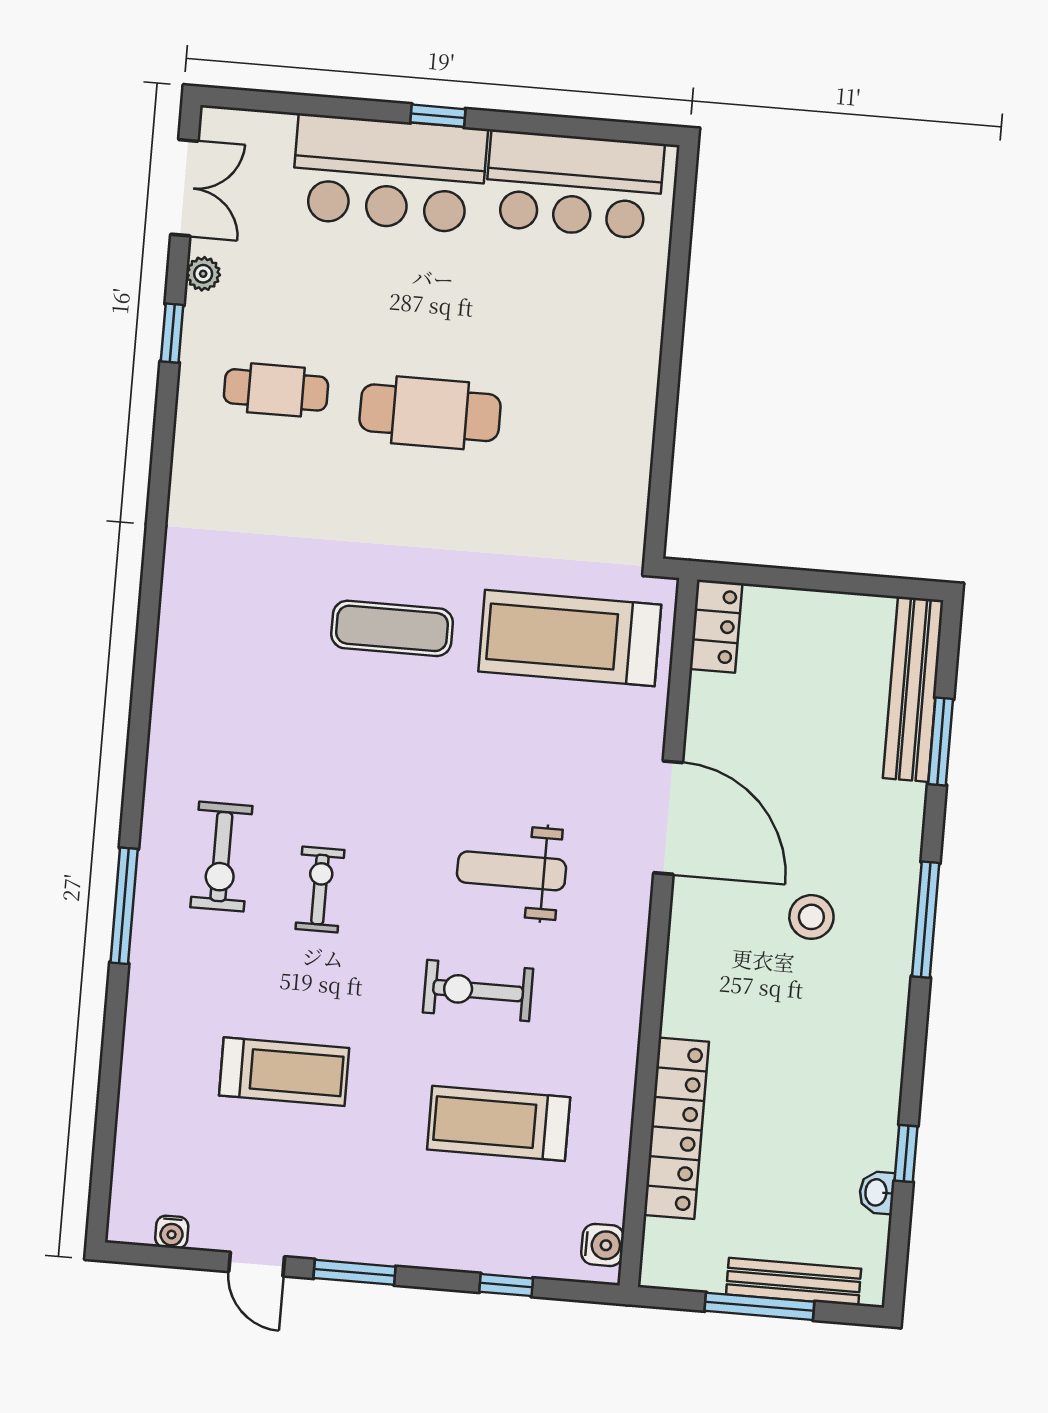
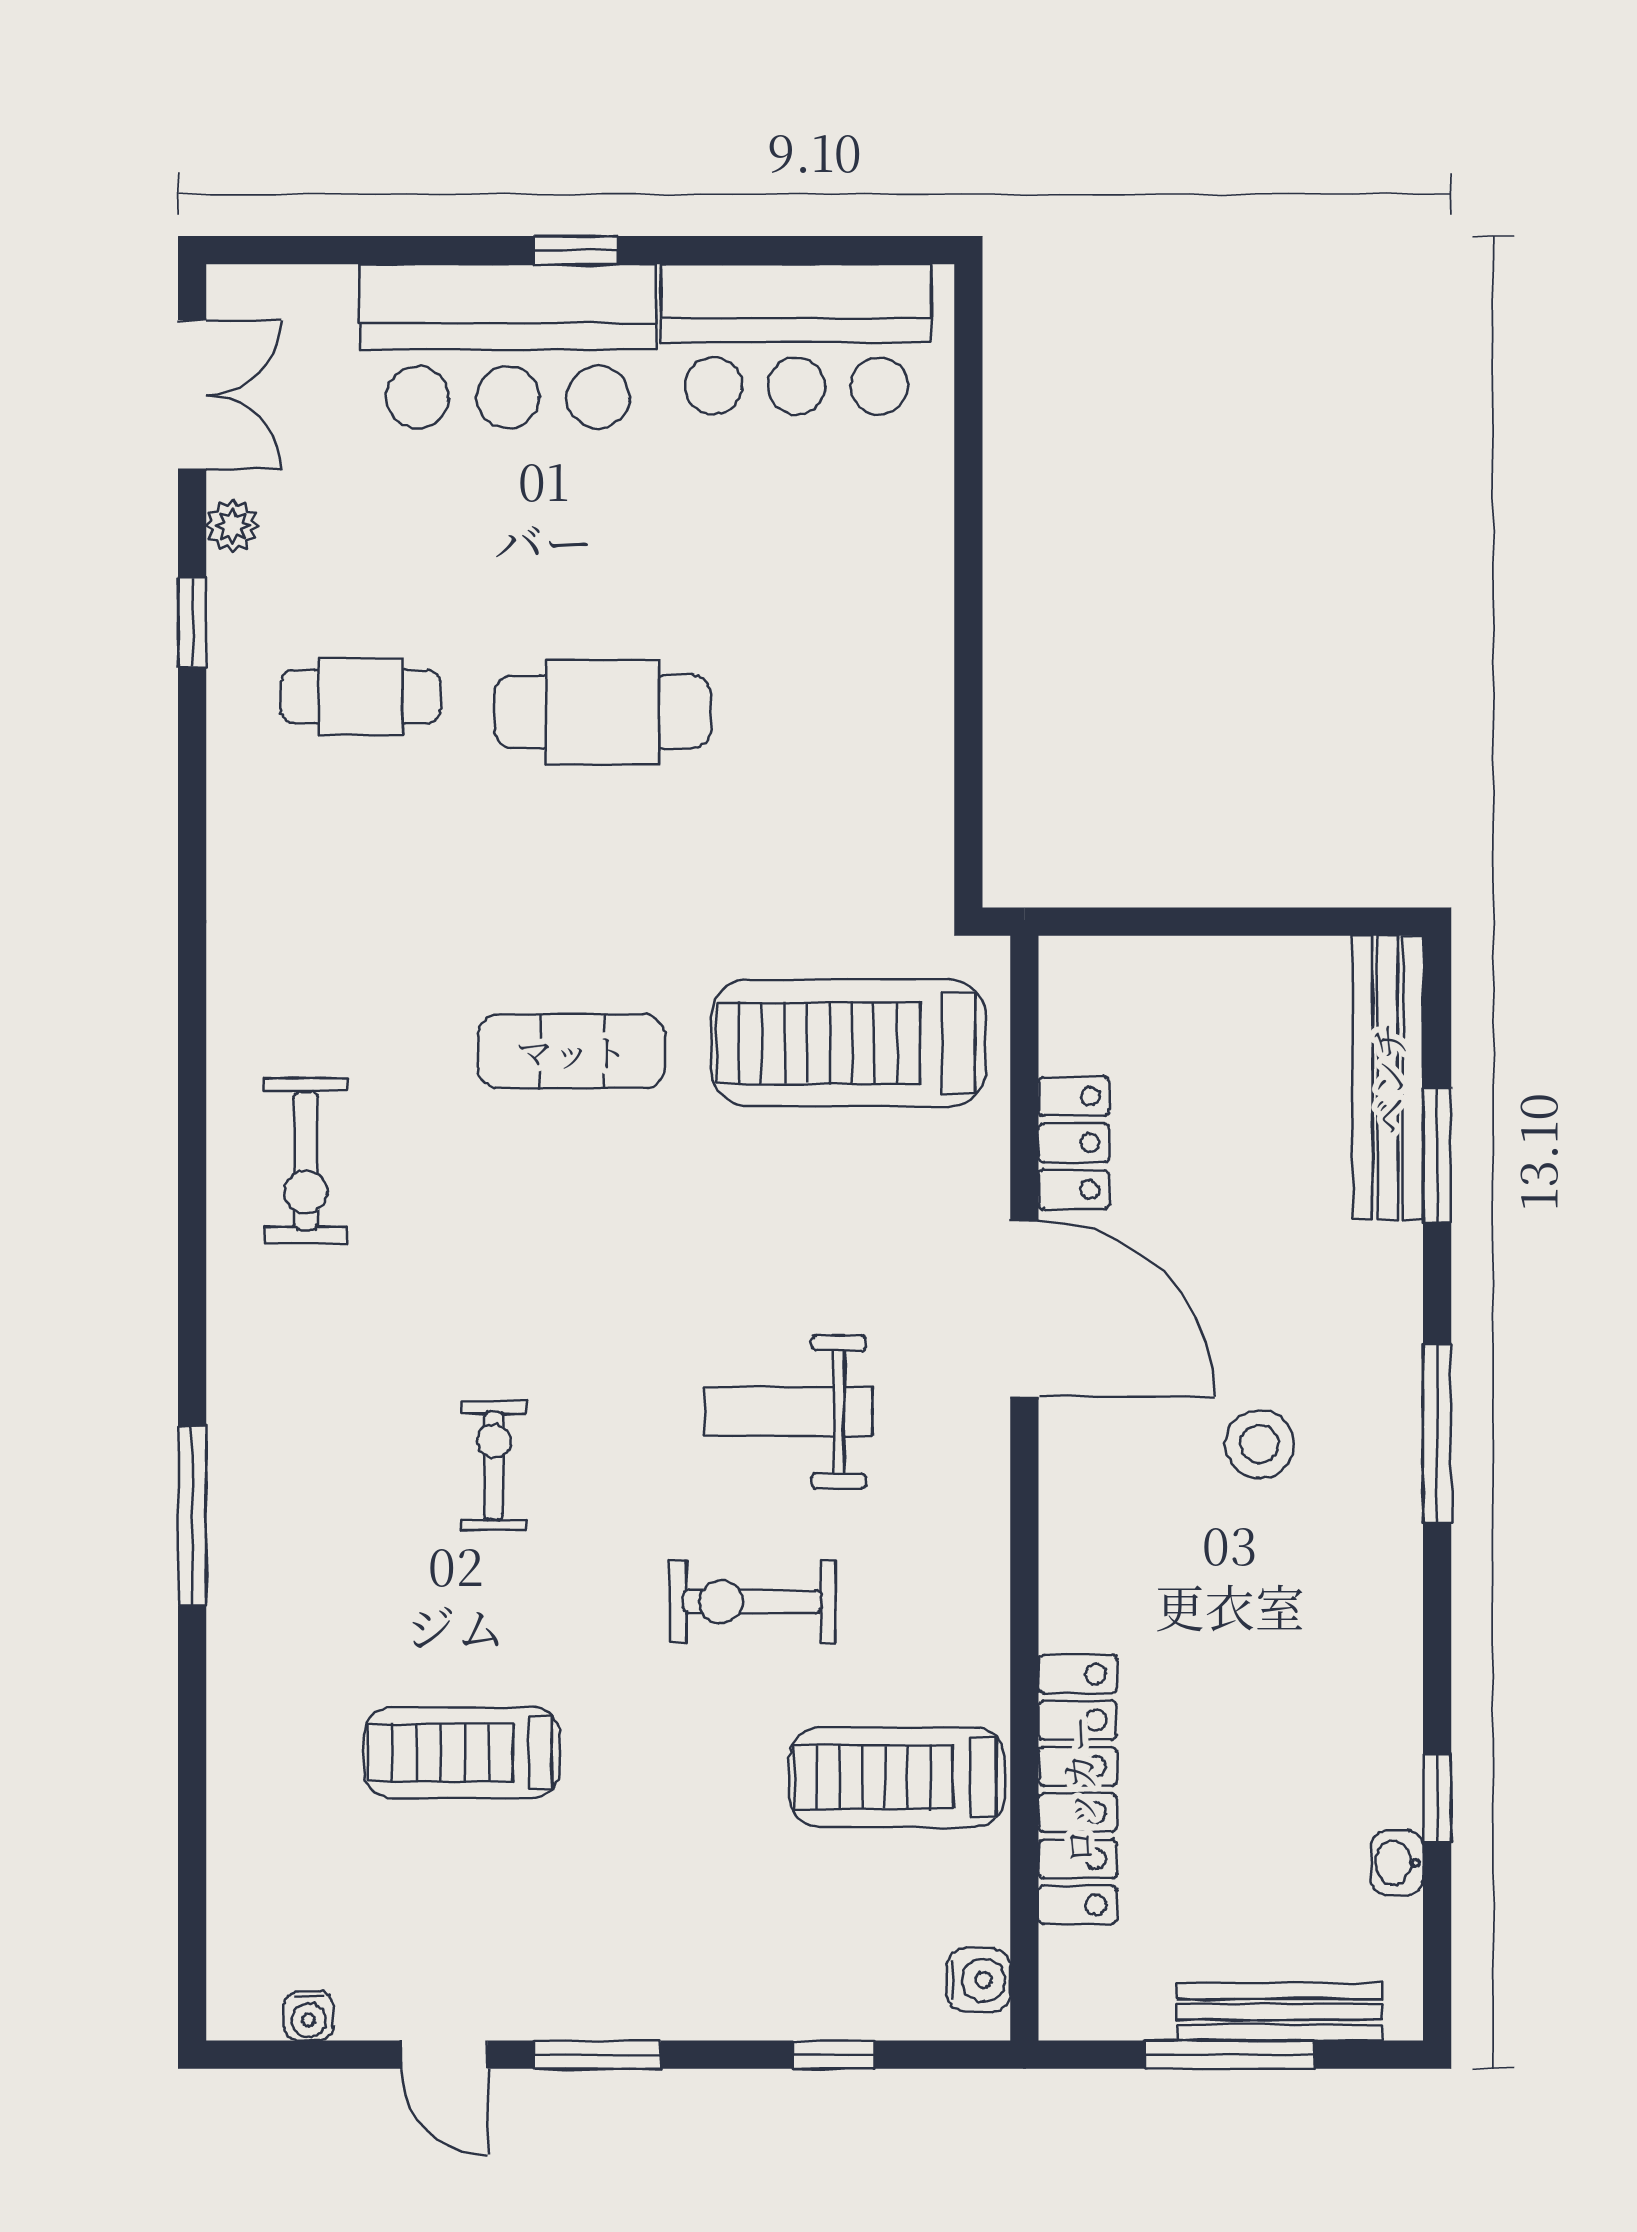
locker: (716, 626) -> (1074, 1143), moved
exercise bike: (221, 857) -> (306, 1161), moved
treadmill: (284, 1072) -> (462, 1753), turned 180
treadmill: (499, 1123) -> (897, 1777), moved

